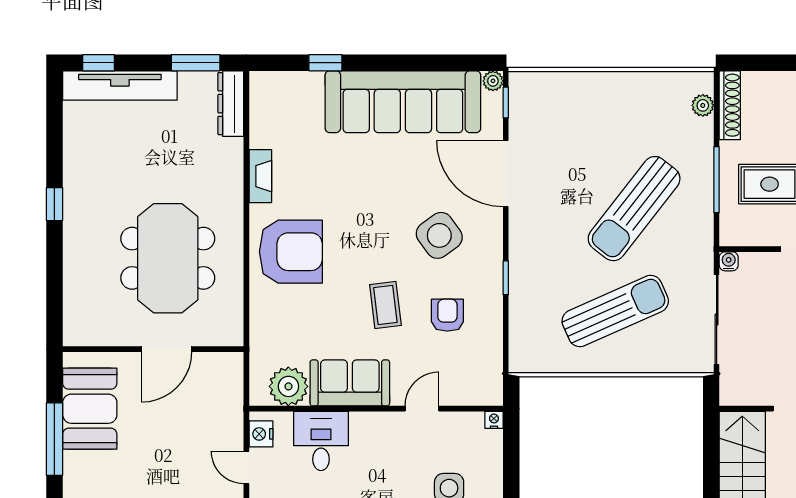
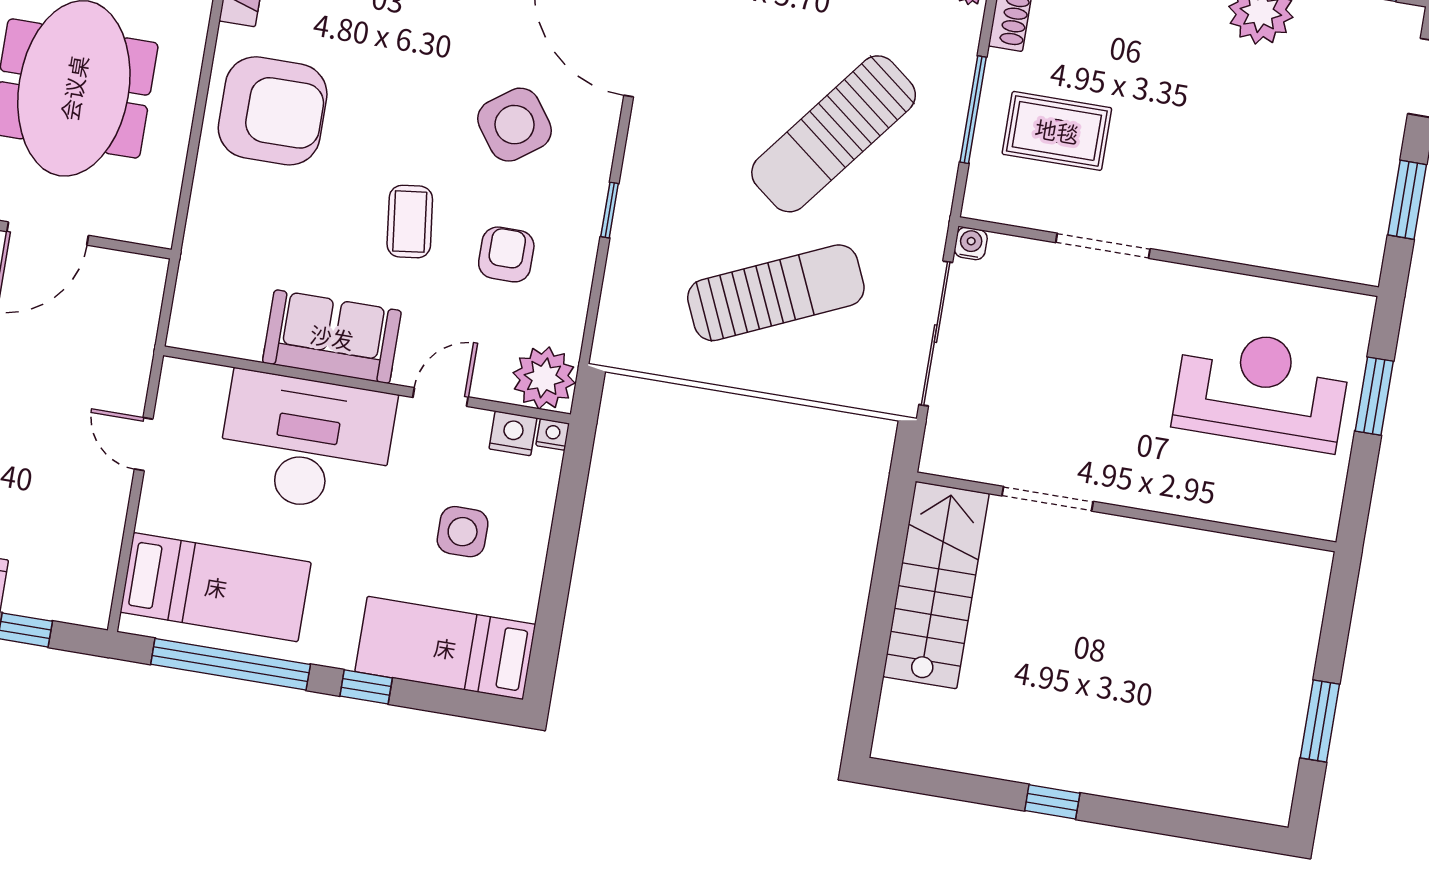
plant: (288, 386) -> (544, 378), moved
nightstand: (261, 434) -> (513, 433), moved, turned 90
desk: (321, 441) -> (306, 442), width x1.87, depth x1.30

